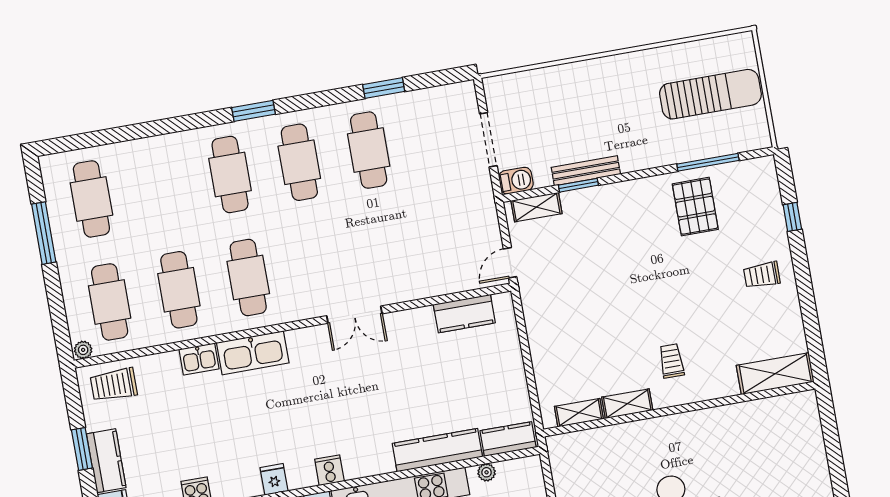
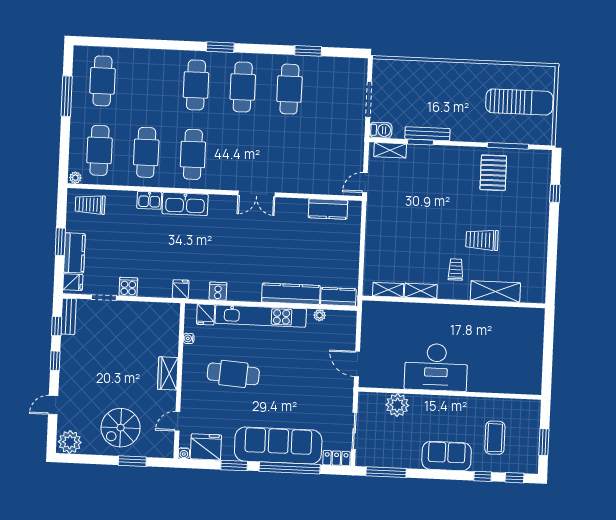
trolley: (762, 275) -> (482, 240), moved, width x1.36, depth x1.39
shelving: (775, 374) -> (495, 292), moved

